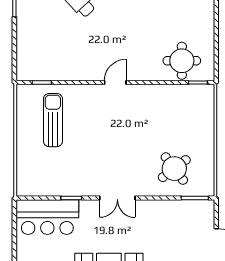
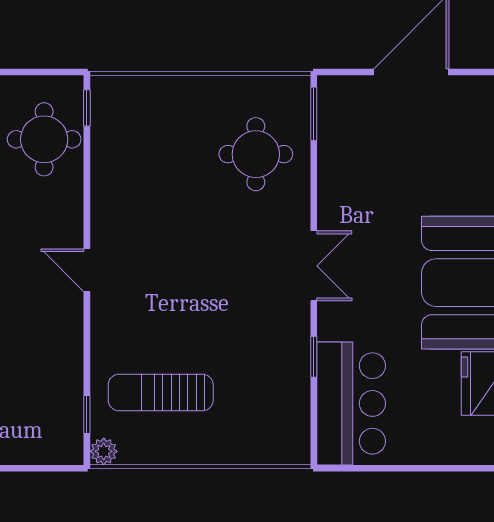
plant: (23, 91) -> (104, 451), added
round table: (174, 169) -> (256, 154), turned 37

